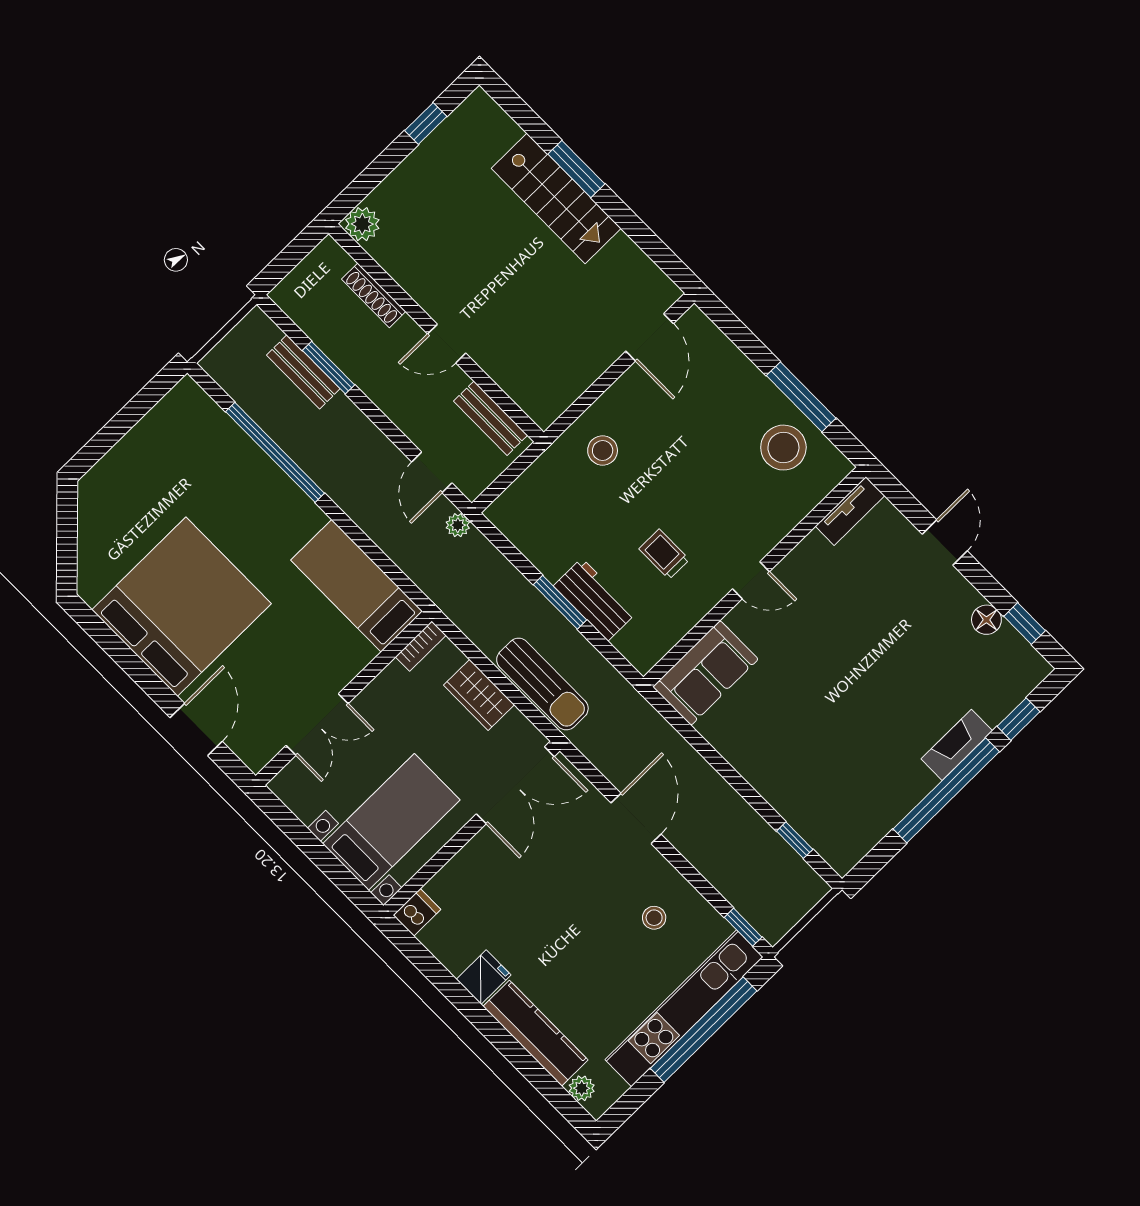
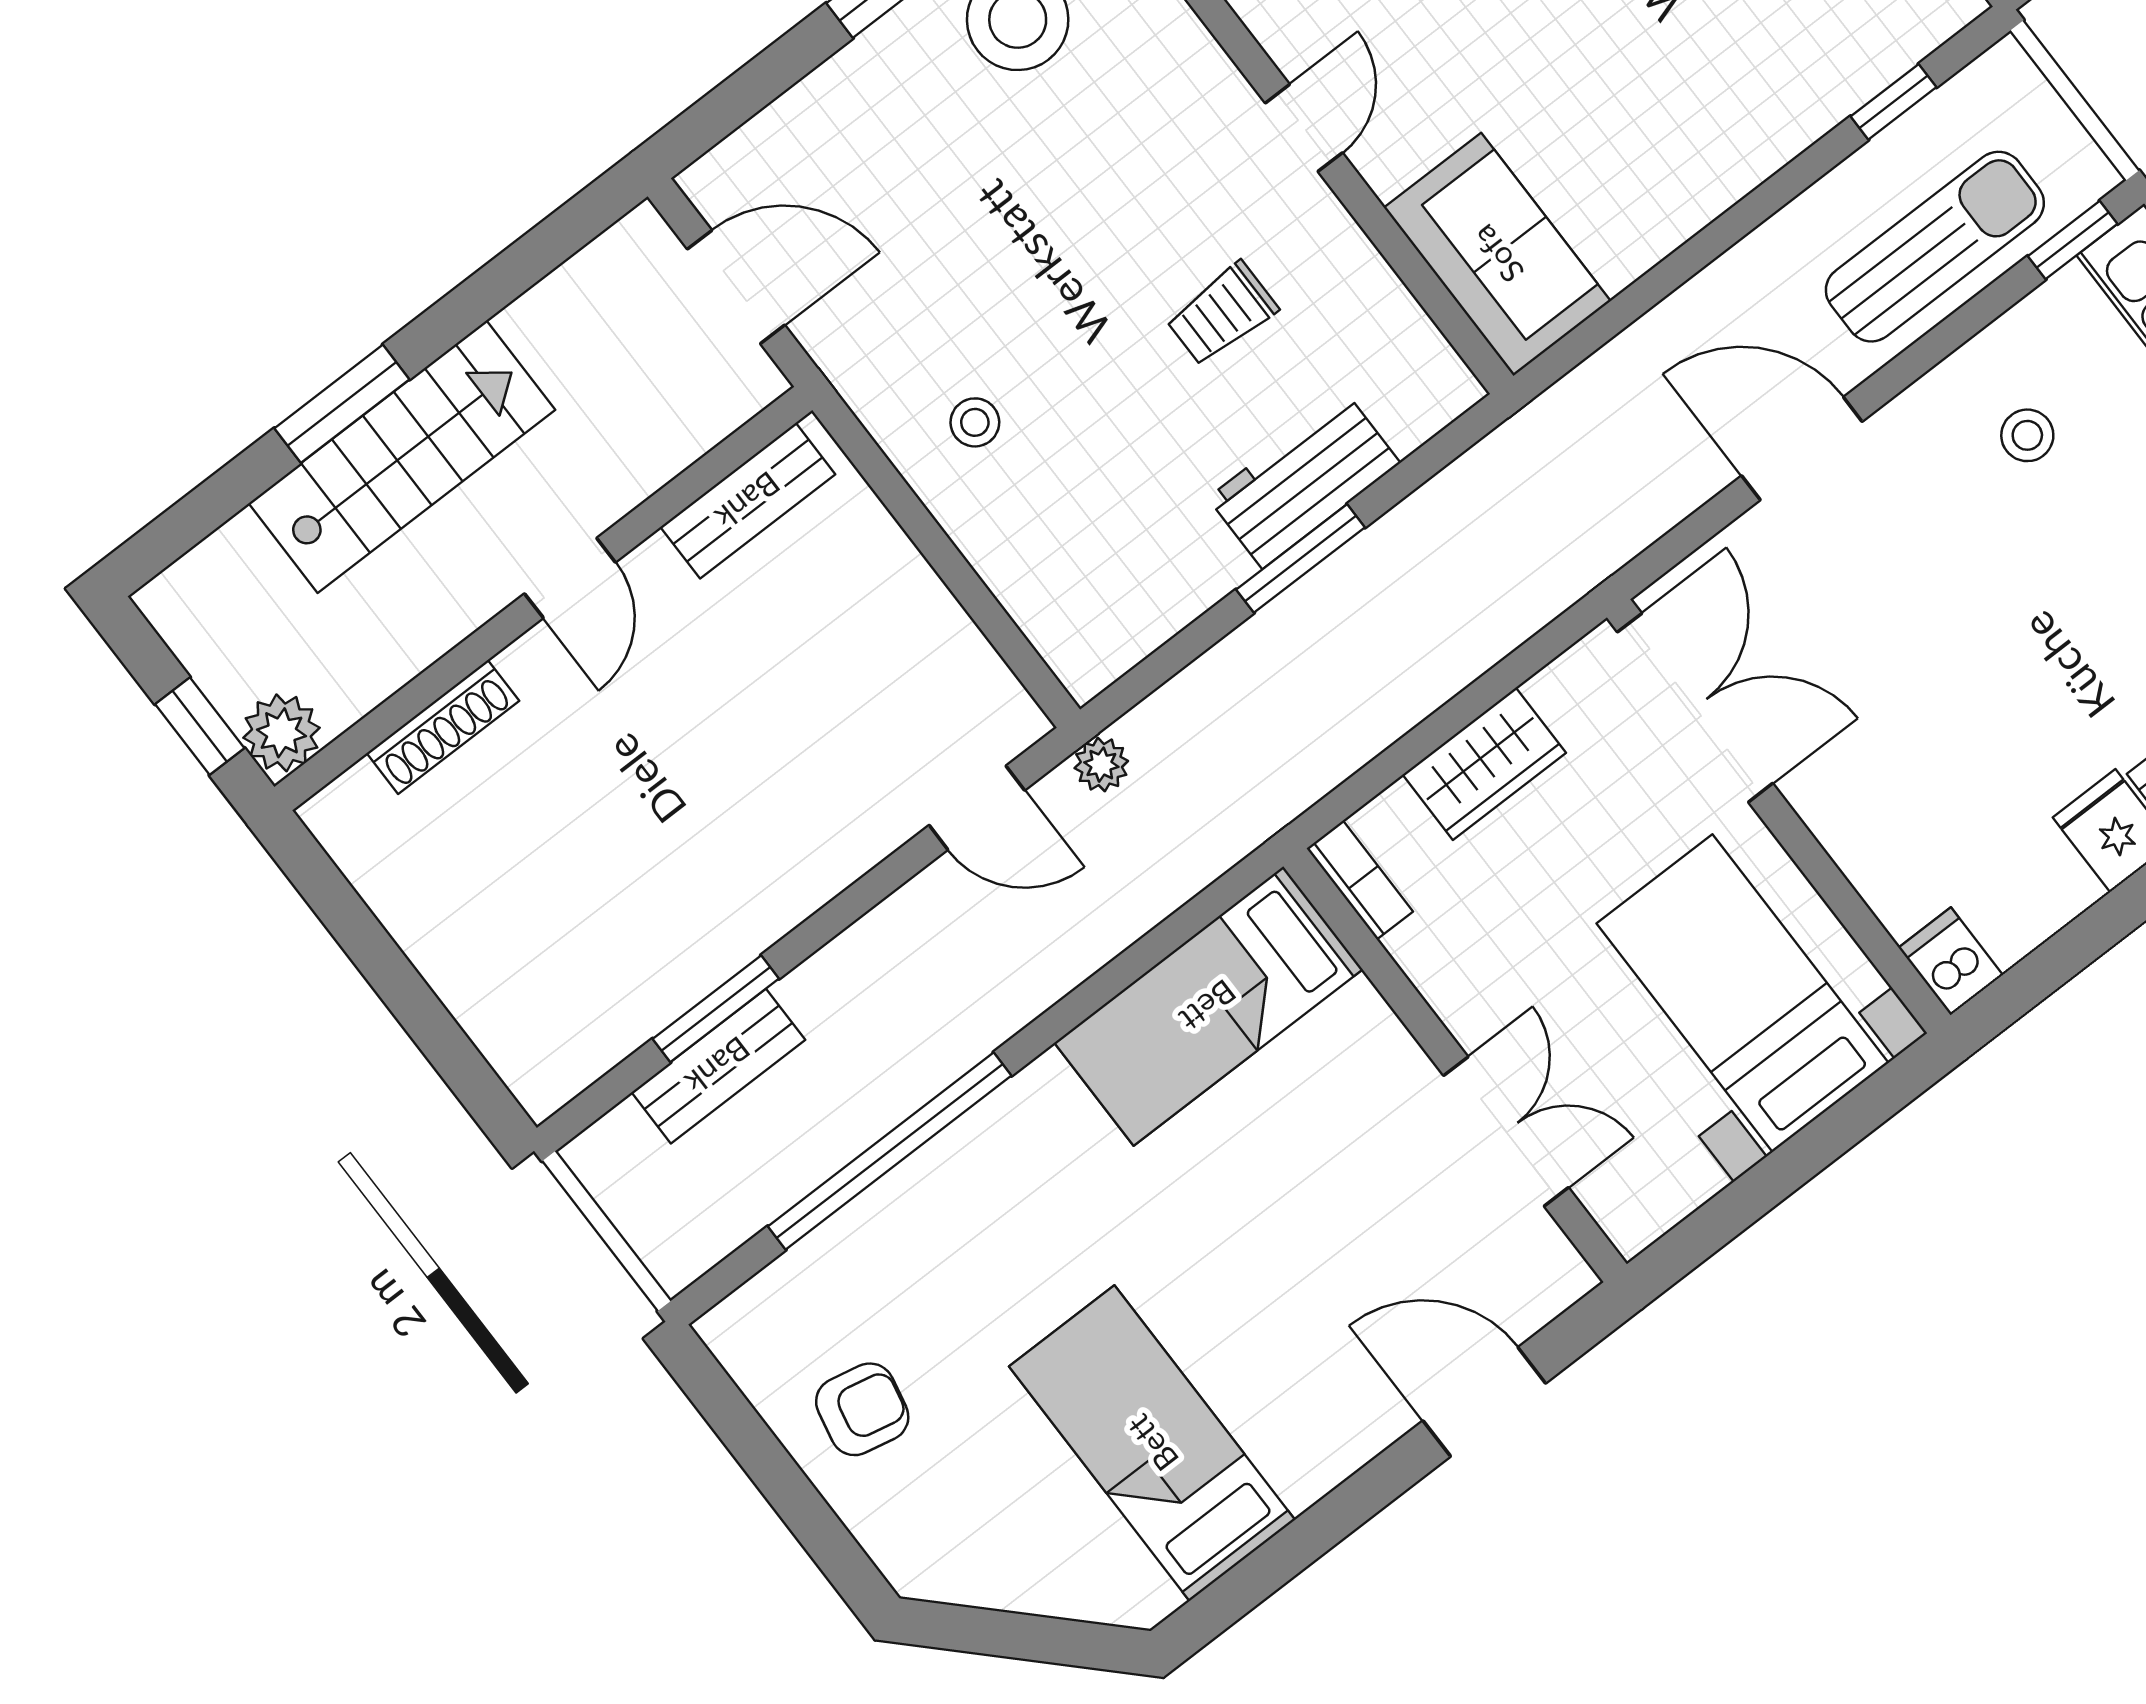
plant: (362, 224) -> (281, 733), moved
shoe rack: (374, 295) -> (443, 727), moved
wall: (436, 333) -> (543, 599), moved
door: (447, 344) -> (570, 578), moved
bench: (491, 418) -> (748, 501), moved
stool: (603, 451) -> (975, 422), width x0.73, depth x0.73
armchair: (159, 454) -> (862, 1409), added
bed: (182, 607) -> (1152, 1443), width x0.49
sun lounger: (542, 684) -> (1935, 247), moved

